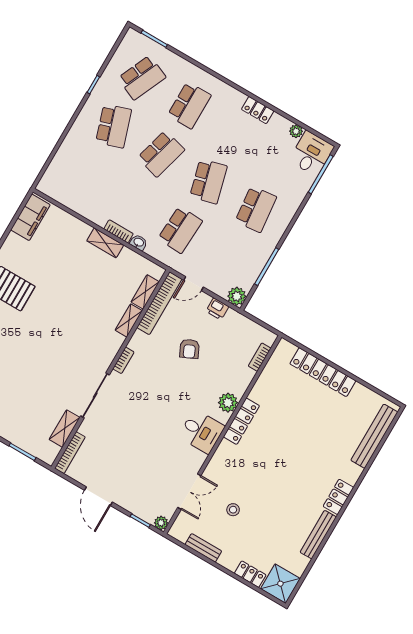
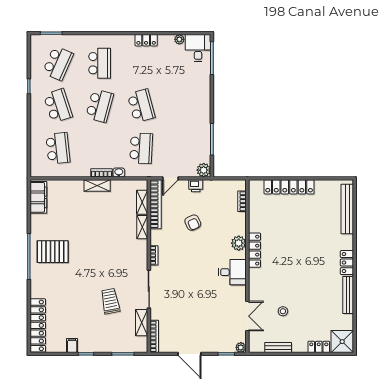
school desk: (256, 209) -> (58, 148), moved
trolley: (43, 383) -> (110, 301), added

